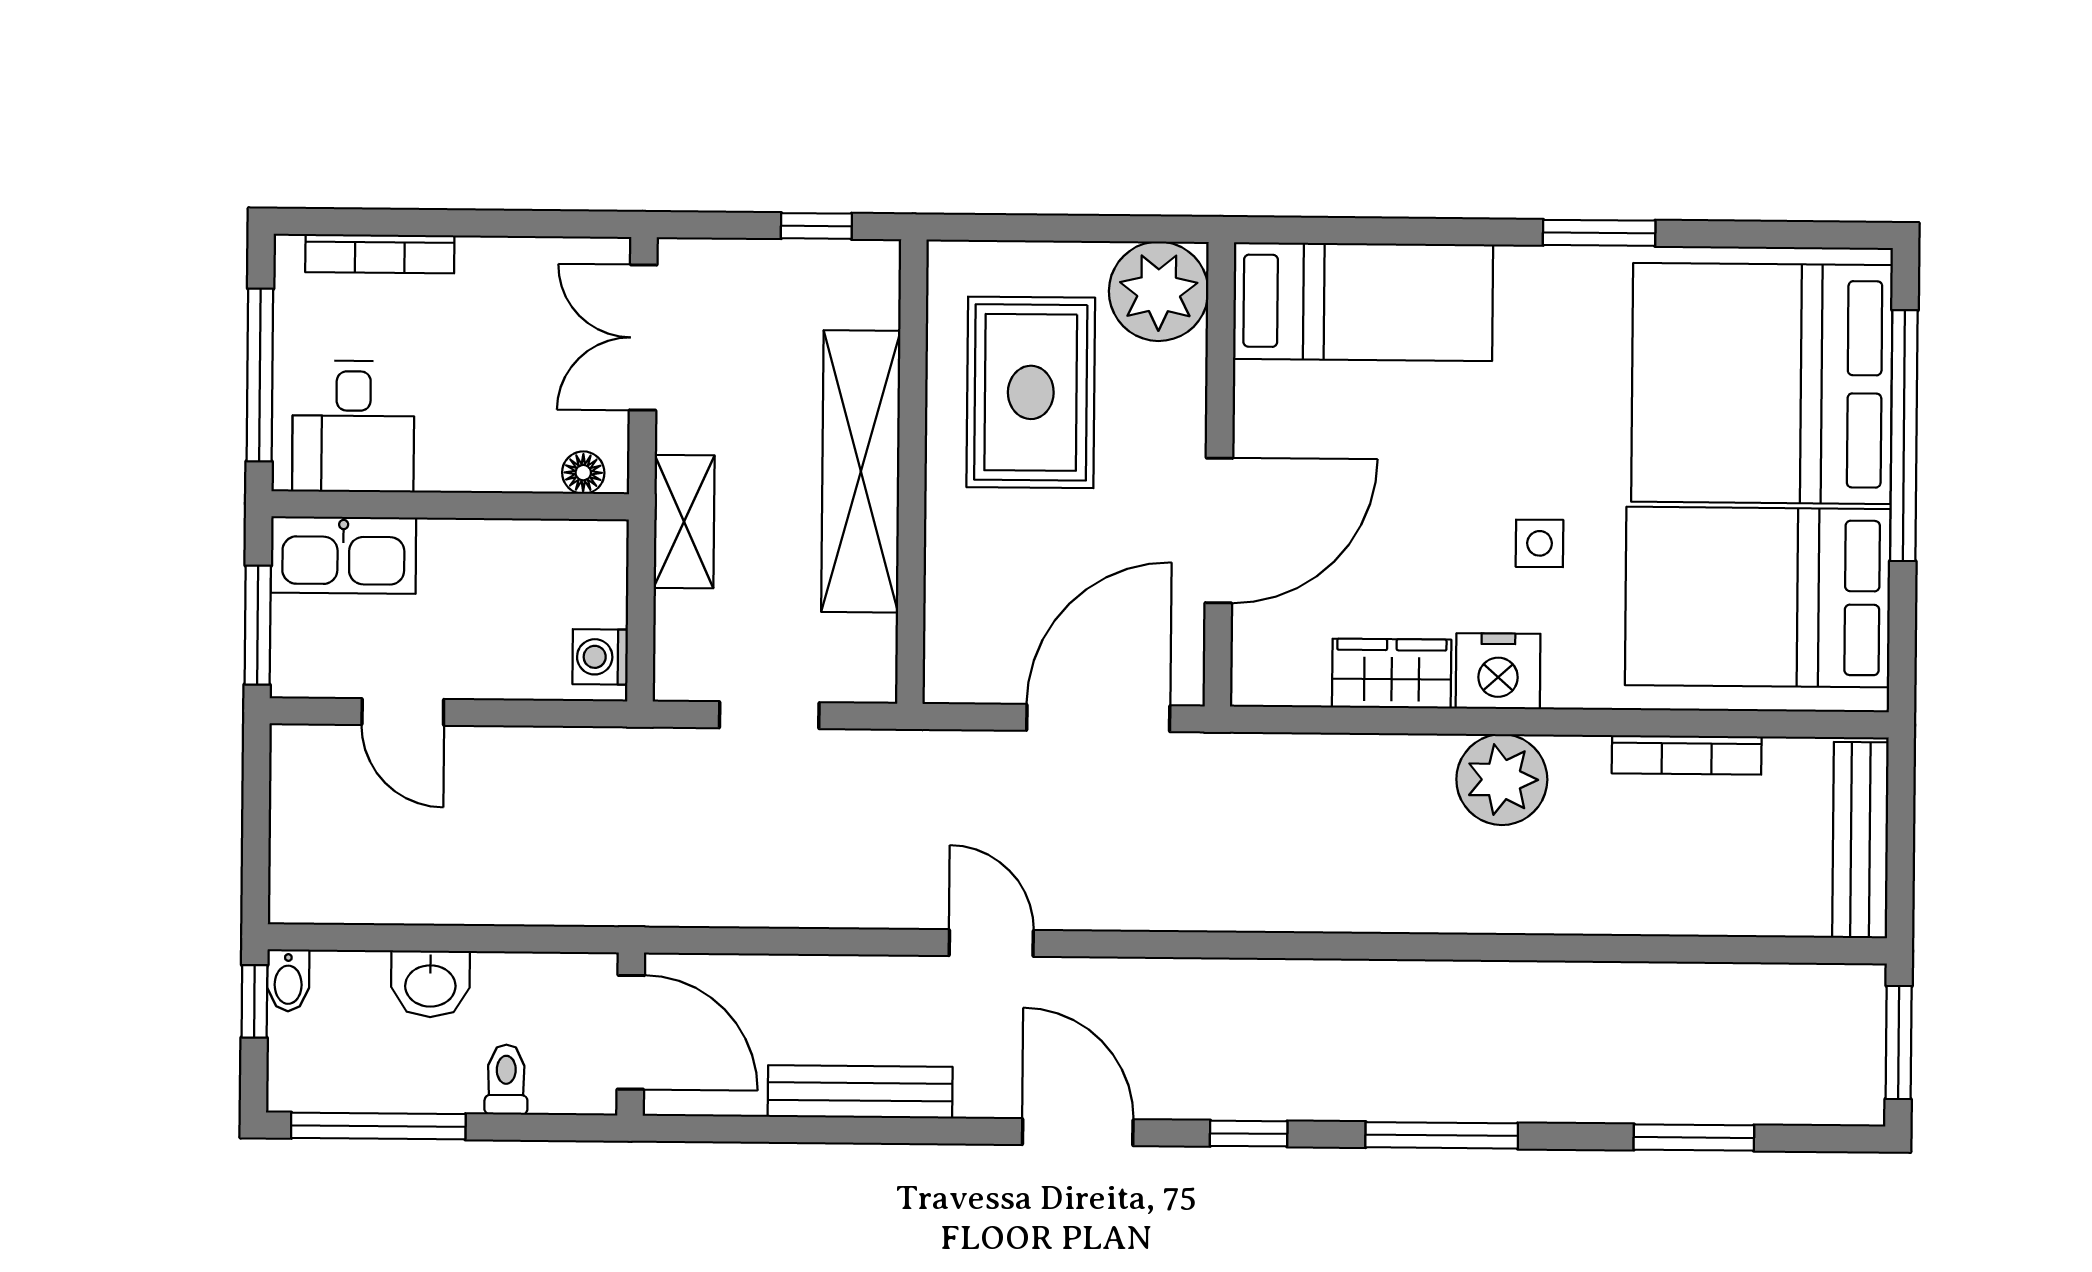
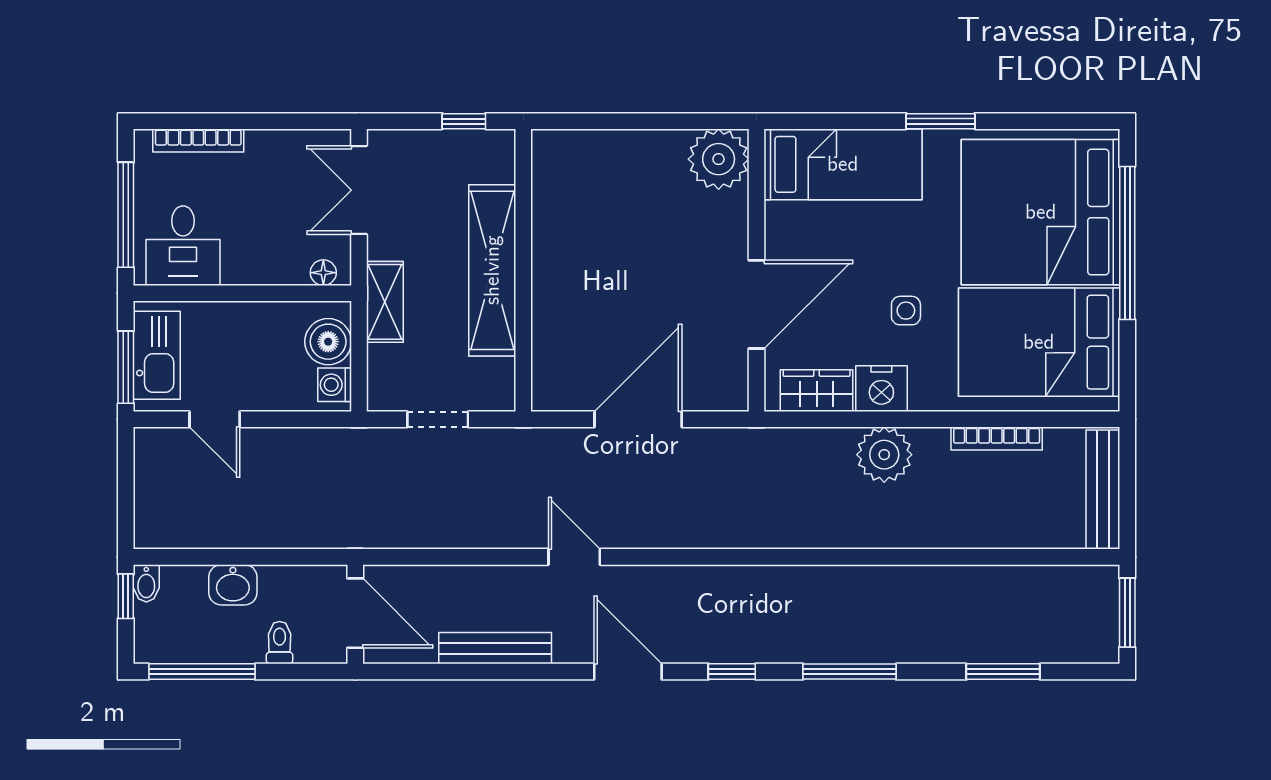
plant: (1159, 291) -> (719, 159), moved
bed: (1363, 302) -> (843, 164), moved
rug: (1031, 392) -> (595, 221), removed
wall: (1219, 474) -> (756, 270), moved
door: (1219, 530) -> (756, 304), moved
kitchen sink: (343, 555) -> (157, 355), moved, turned -90
boiler: (590, 586) -> (328, 342), added

